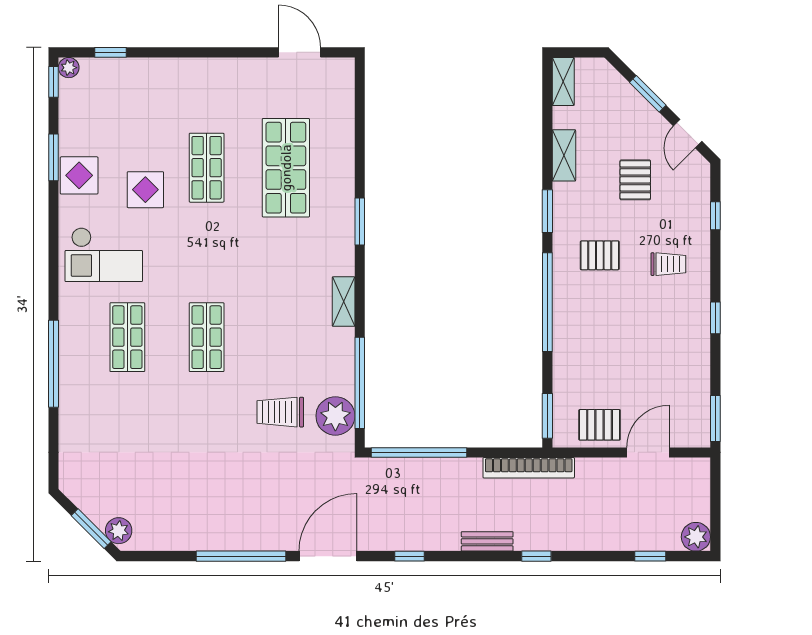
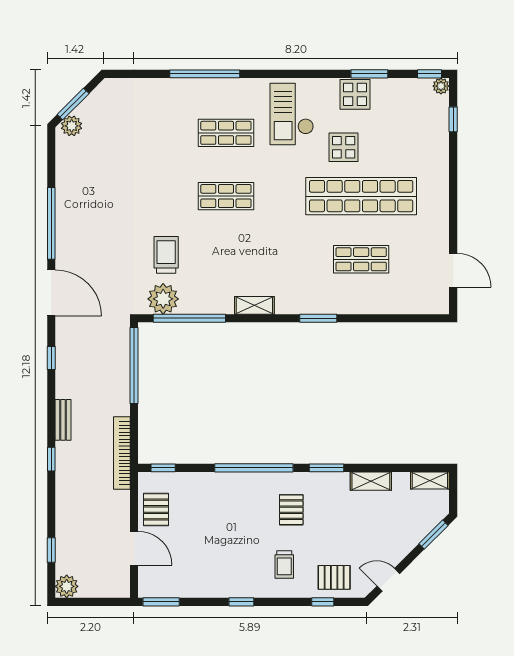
door: (299, 52) -> (453, 270), hinge flipped
window: (648, 94) -> (434, 535), moved
shop shelf: (207, 168) -> (361, 196), width x2.00, depth x1.36
shop shelf: (286, 168) -> (361, 259), width x0.70, depth x0.74
pallet: (635, 180) -> (334, 577), moved
window: (547, 416) -> (163, 468), width x0.67

